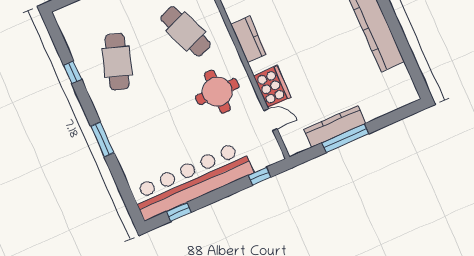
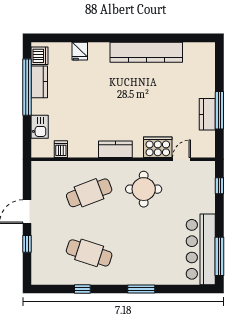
kitchen counter: (335, 126) -> (207, 114), width x0.67
bar counter: (192, 181) -> (201, 249), width x0.73
window: (179, 212) -> (219, 256), width x2.17

